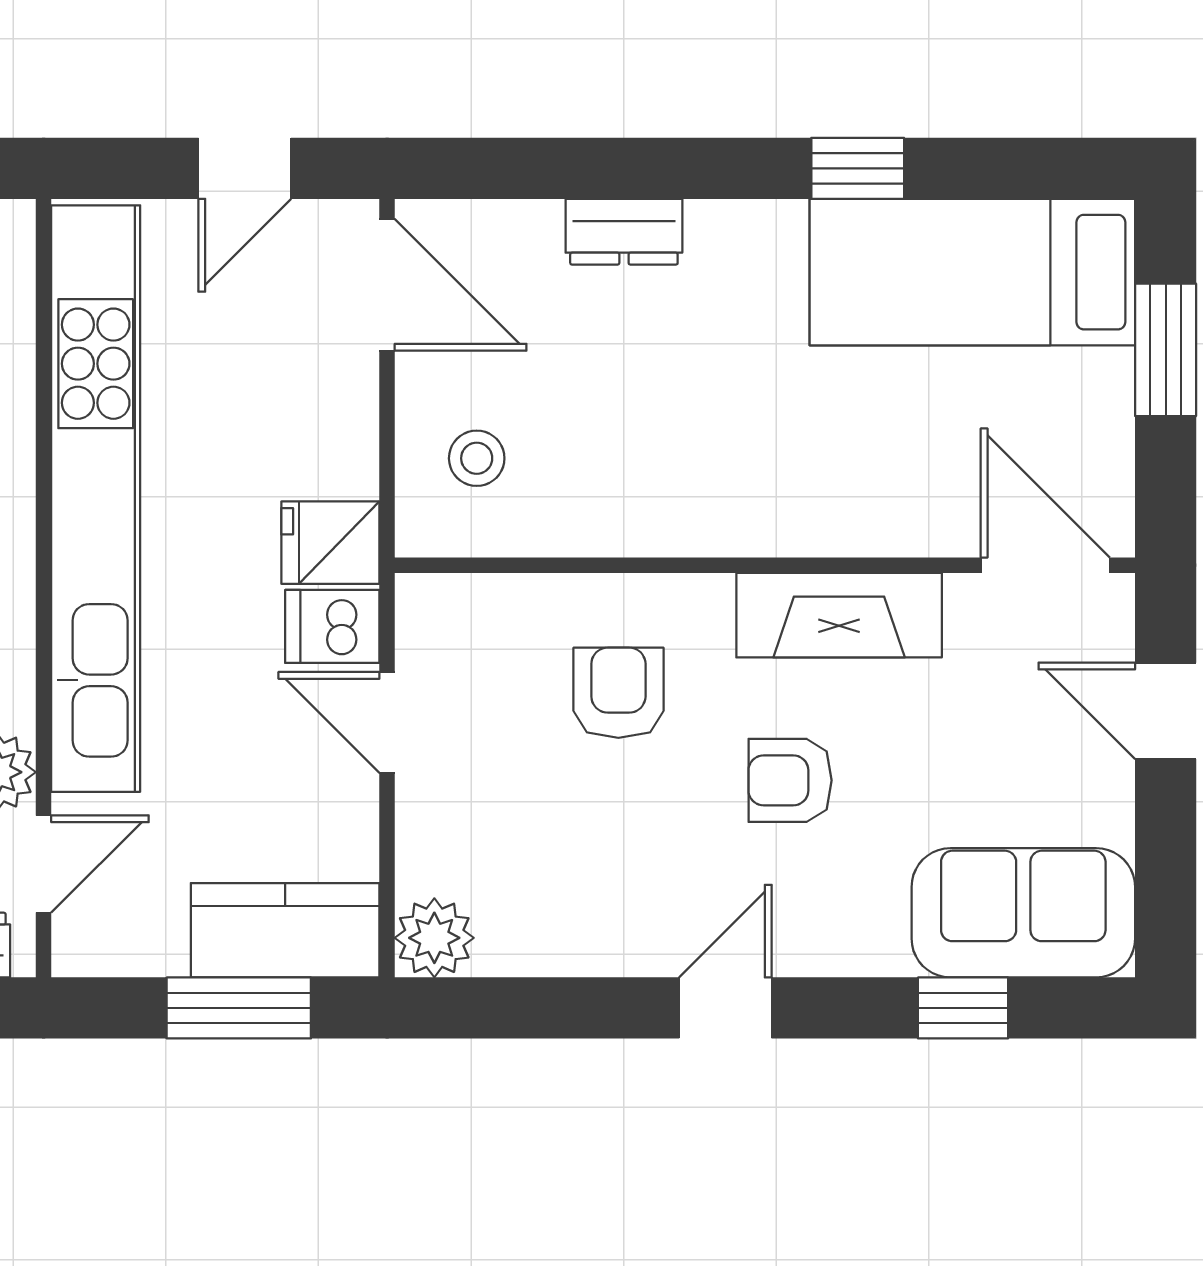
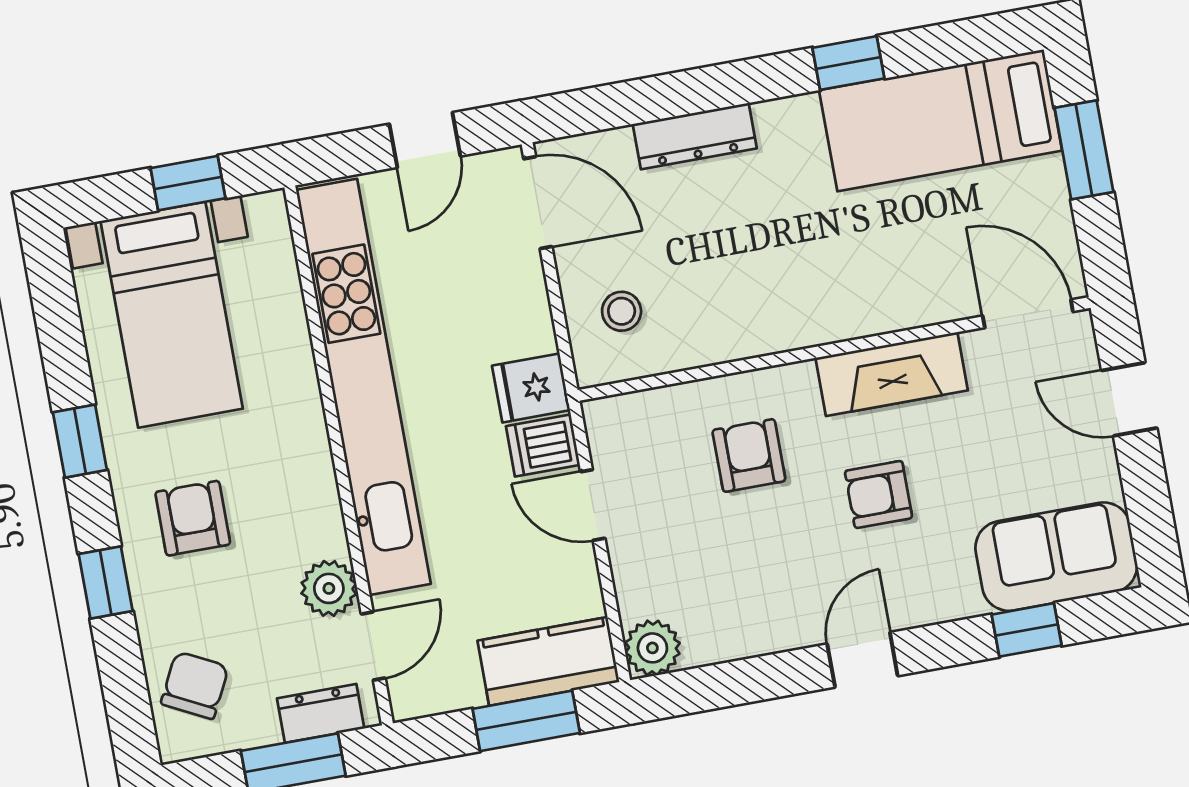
dresser: (624, 232) -> (695, 136), width x1.44

